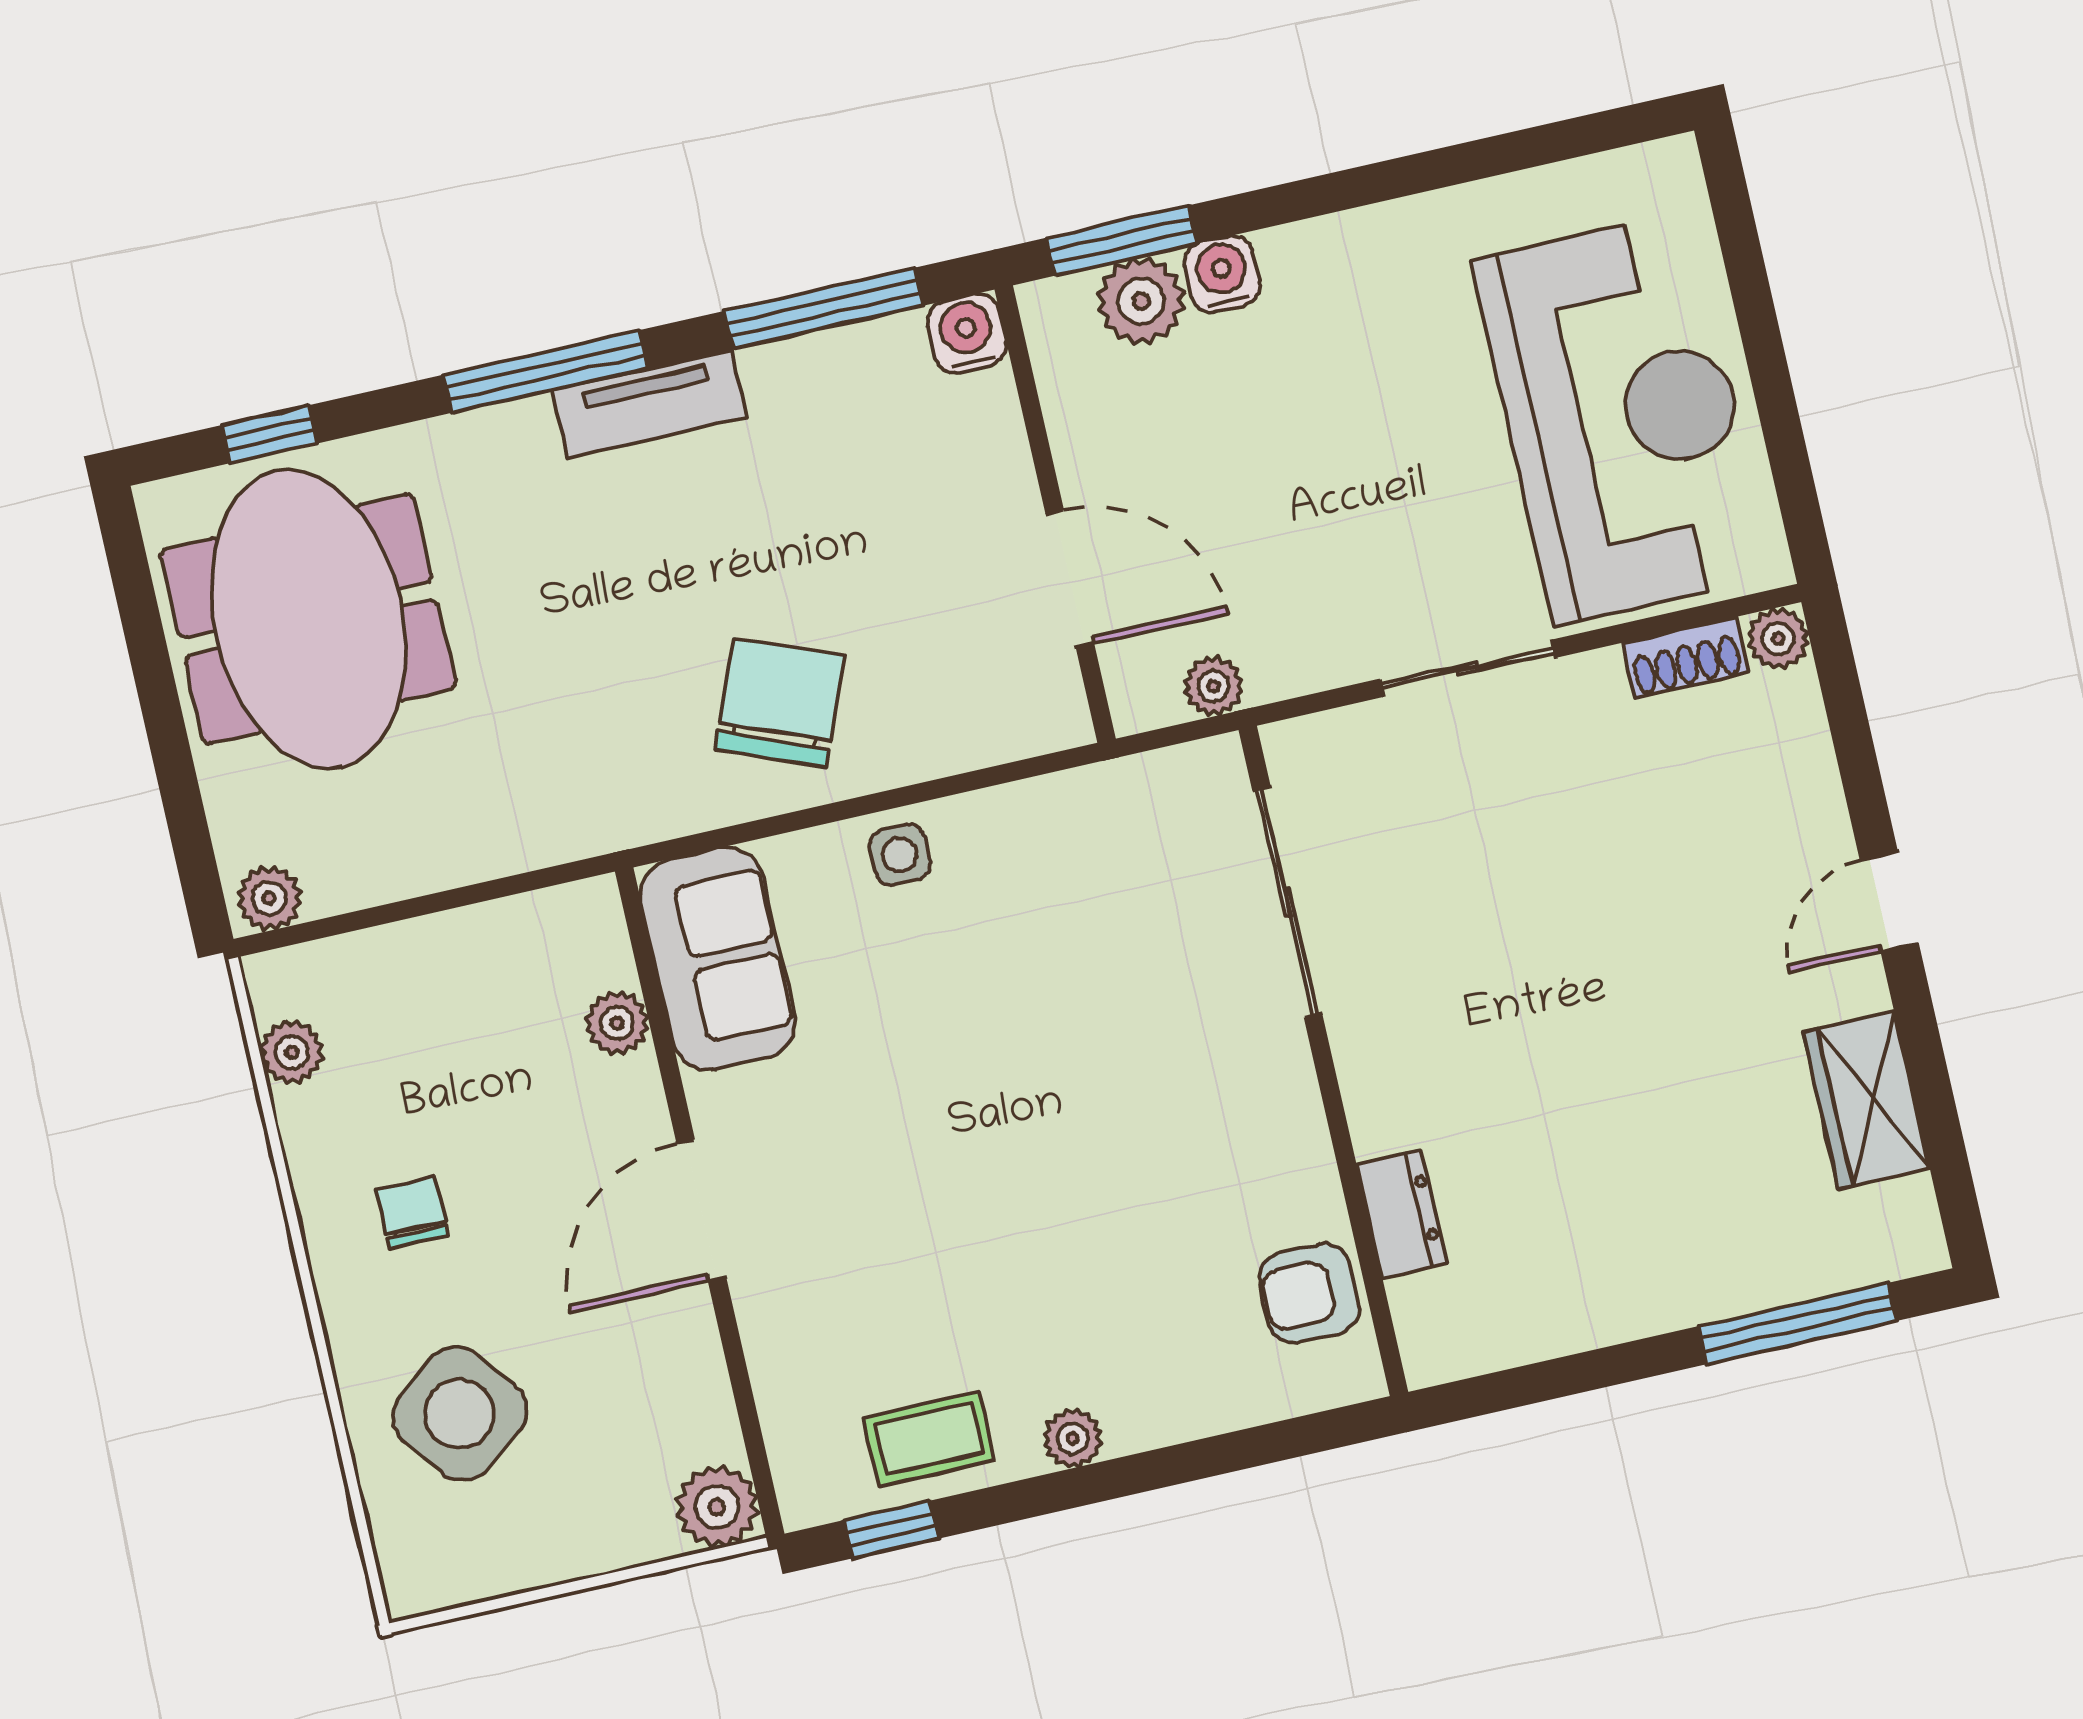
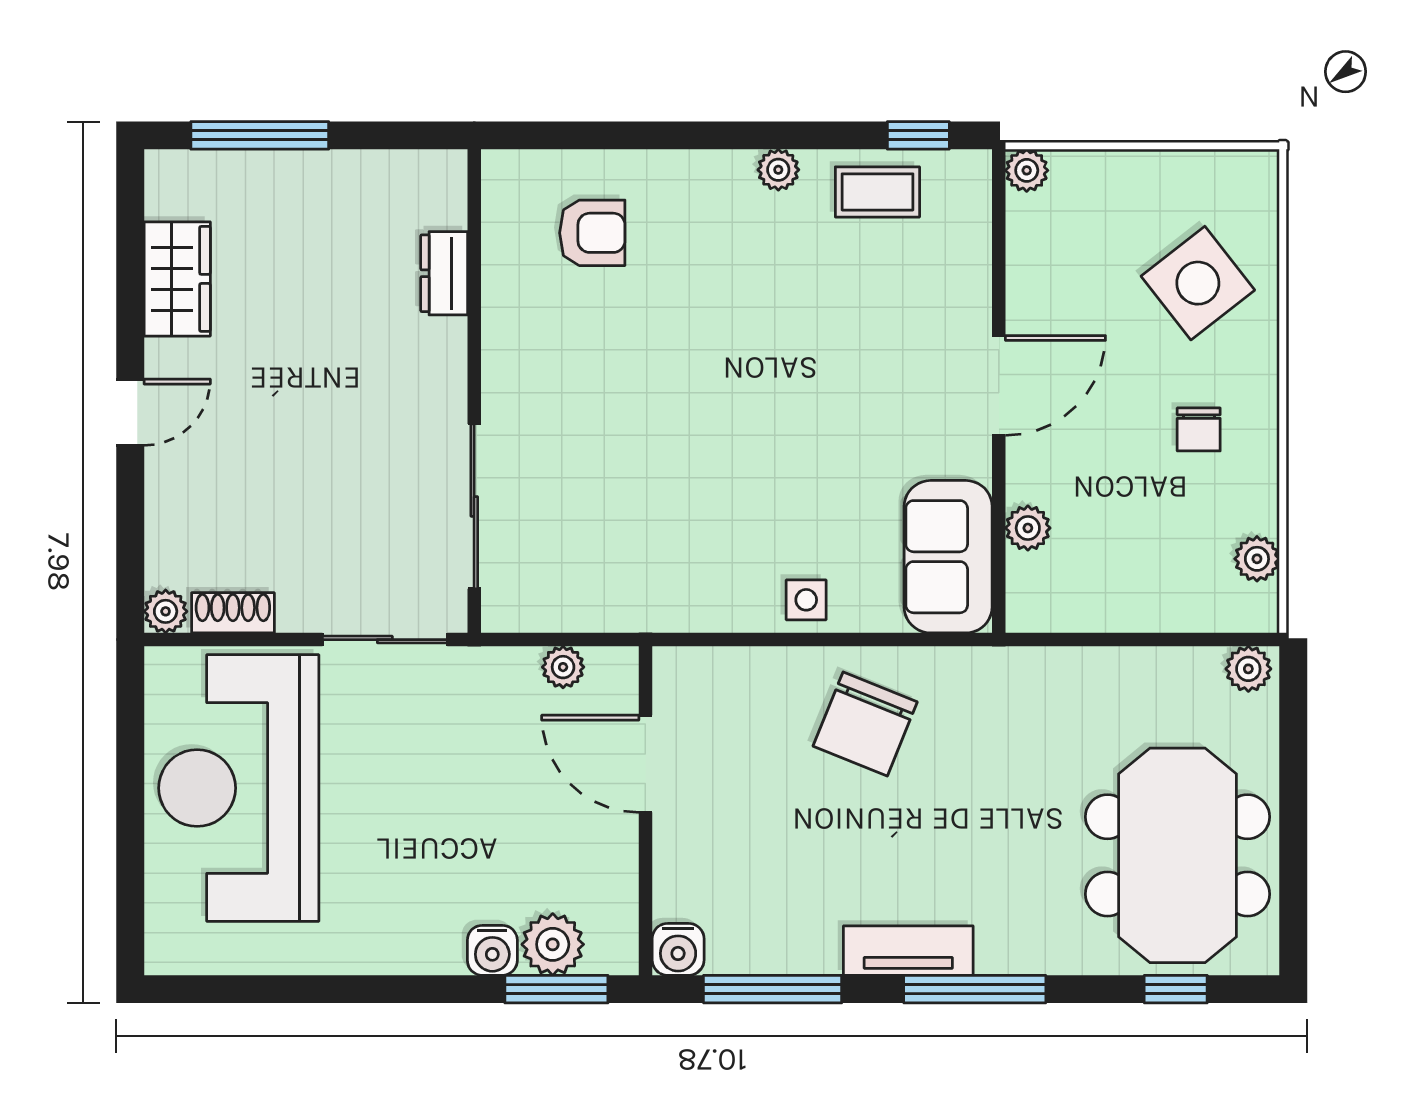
sliding door: (1287, 902) -> (474, 506), moved
wall: (1323, 1061) -> (474, 391), moved
dresser: (1402, 1214) -> (444, 273), moved
plant: (717, 1507) -> (1027, 170), width x0.73, depth x0.73

